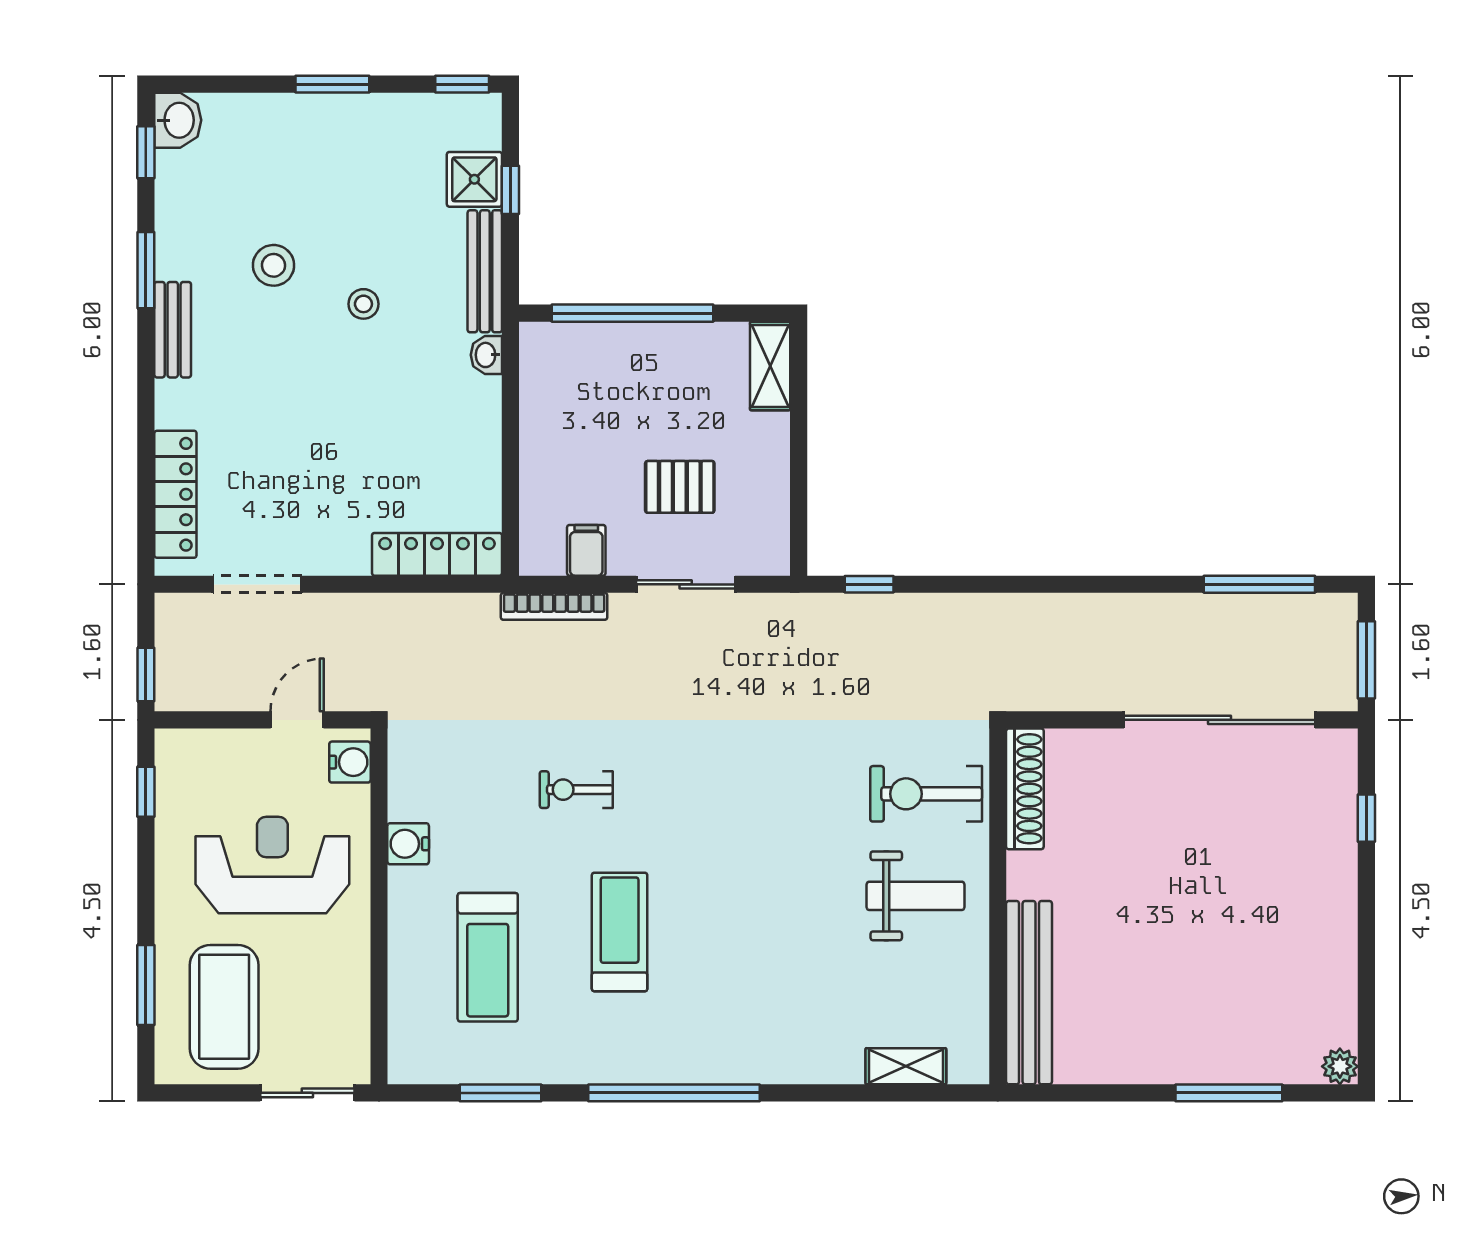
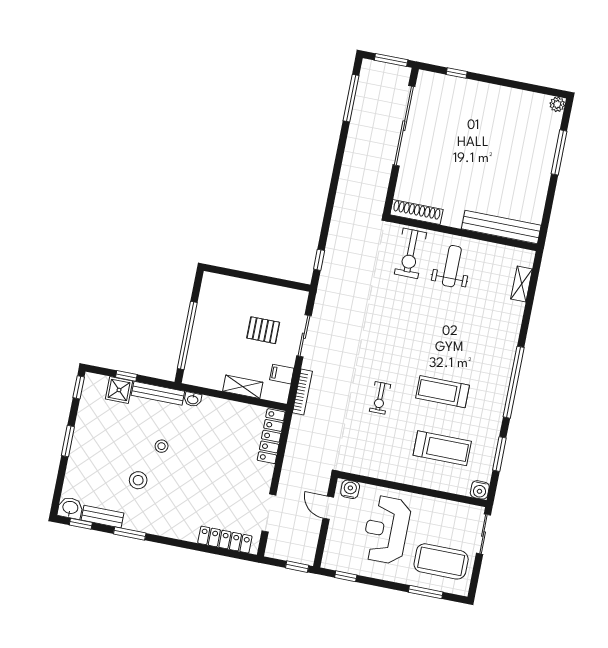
bench: (173, 330) -> (102, 517), moved
shelving: (770, 366) -> (243, 387), moved
pallet: (680, 487) -> (263, 330), turned 90
water cooler: (408, 844) -> (480, 490), moved

